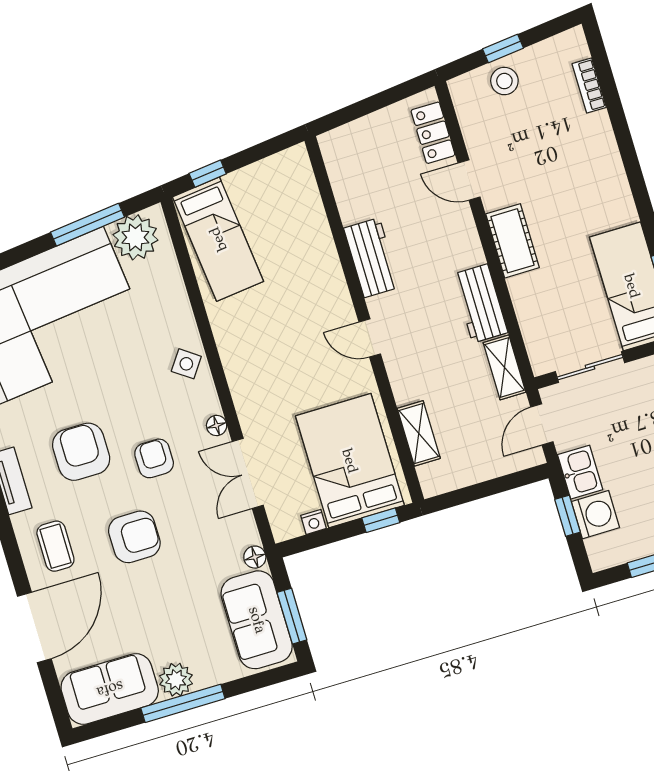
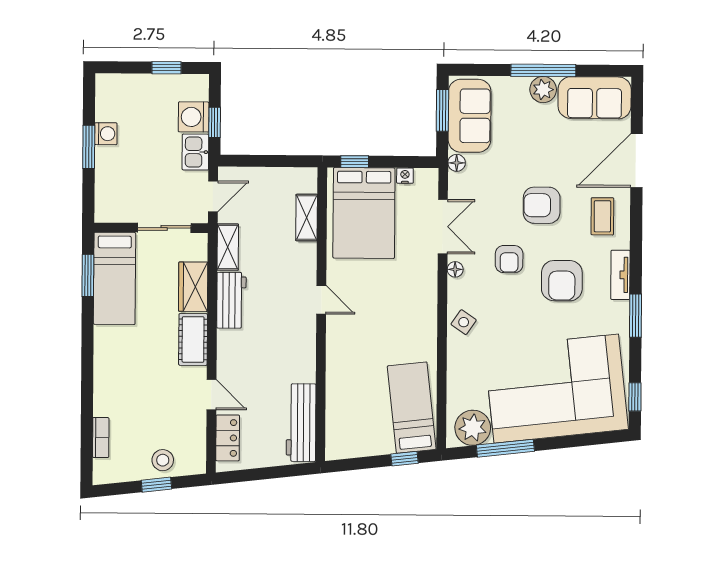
workbench: (372, 258) -> (301, 423), moved, width x1.38
wardrobe: (532, 306) -> (193, 287), added

